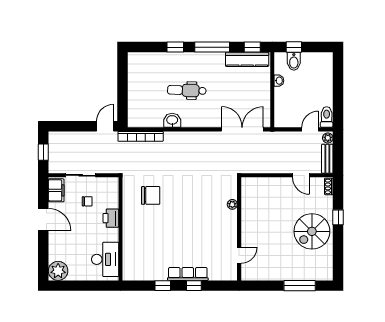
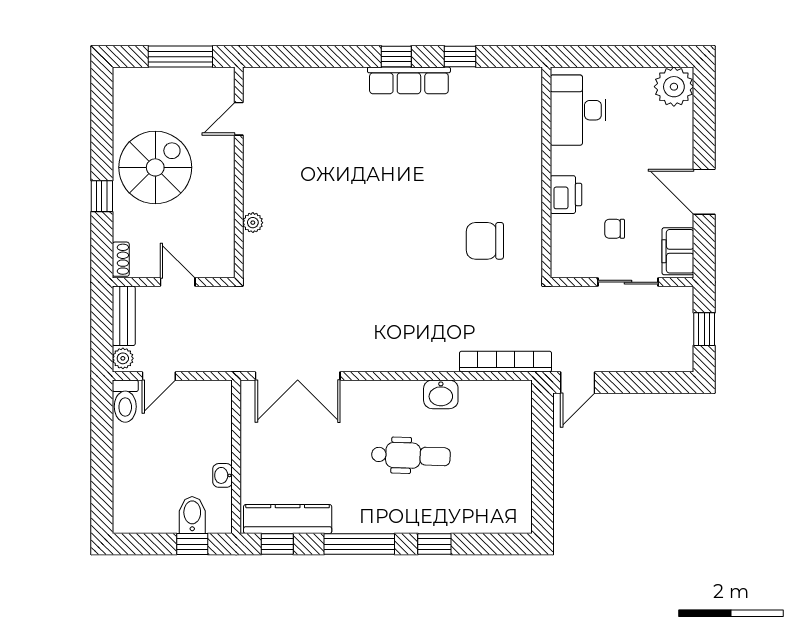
plant: (232, 204) -> (253, 223), moved
wall: (239, 229) -> (239, 173), moved
door: (239, 255) -> (239, 119), moved

